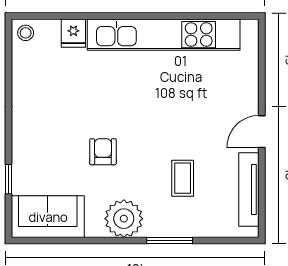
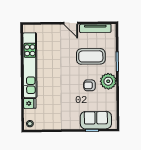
armchair: (103, 152) -> (90, 85), moved
coffee table: (183, 178) -> (91, 56), width x1.86, depth x1.72
sofa: (48, 217) -> (96, 120), moved, turned 90

